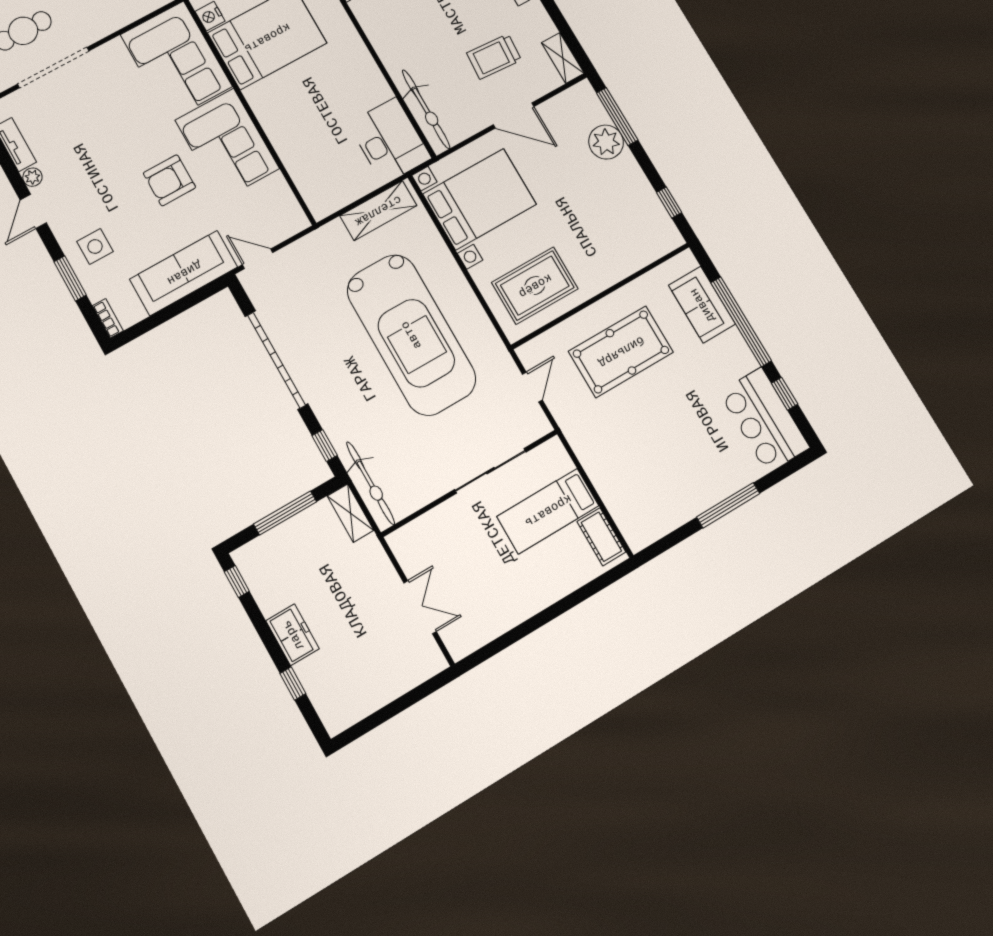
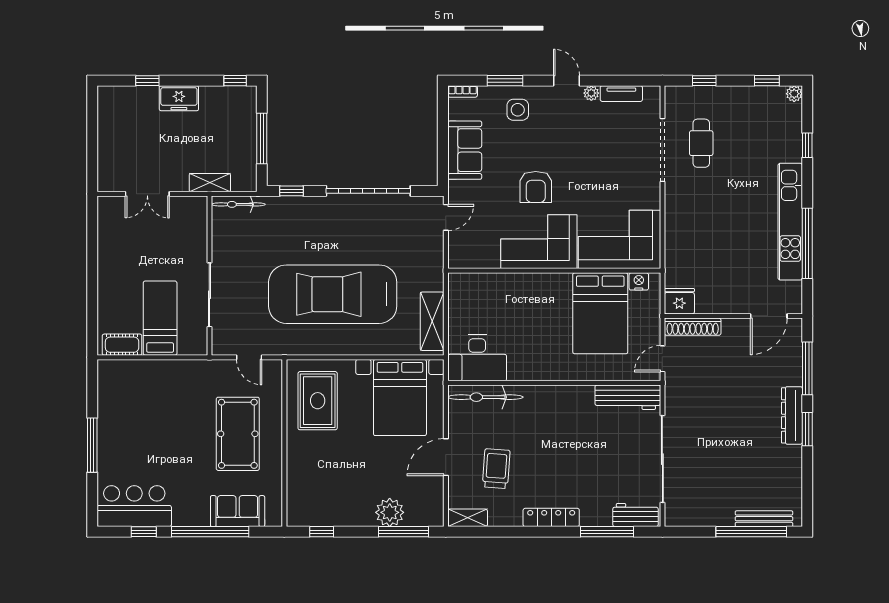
armchair: (169, 180) -> (536, 187), turned 180
sofa: (184, 273) -> (465, 150), width x0.73
bicycle: (371, 483) -> (238, 204), width x0.73, depth x0.71
shelving: (350, 513) -> (210, 183), moved

